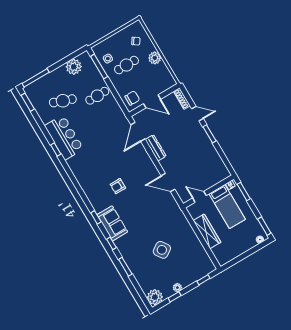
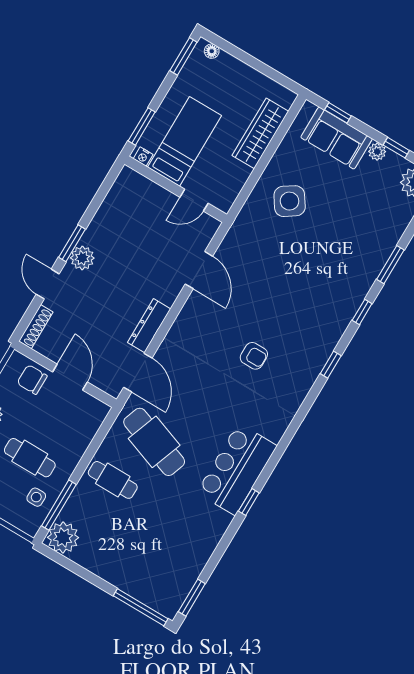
plant: (74, 67) -> (63, 538), moved
chair: (132, 98) -> (32, 380), moved
cafe table: (63, 101) -> (154, 442), moved, width x1.37, depth x1.35
door: (138, 132) -> (138, 373), hinge flipped
plant: (201, 135) -> (82, 258), added
bar counter: (64, 137) -> (237, 469), moved
door: (199, 197) -> (194, 200), hinge flipped
sofa: (112, 223) -> (336, 138), moved, turned -90
wardrobe: (207, 231) -> (260, 133), moved
side table: (162, 250) -> (290, 201), moved

